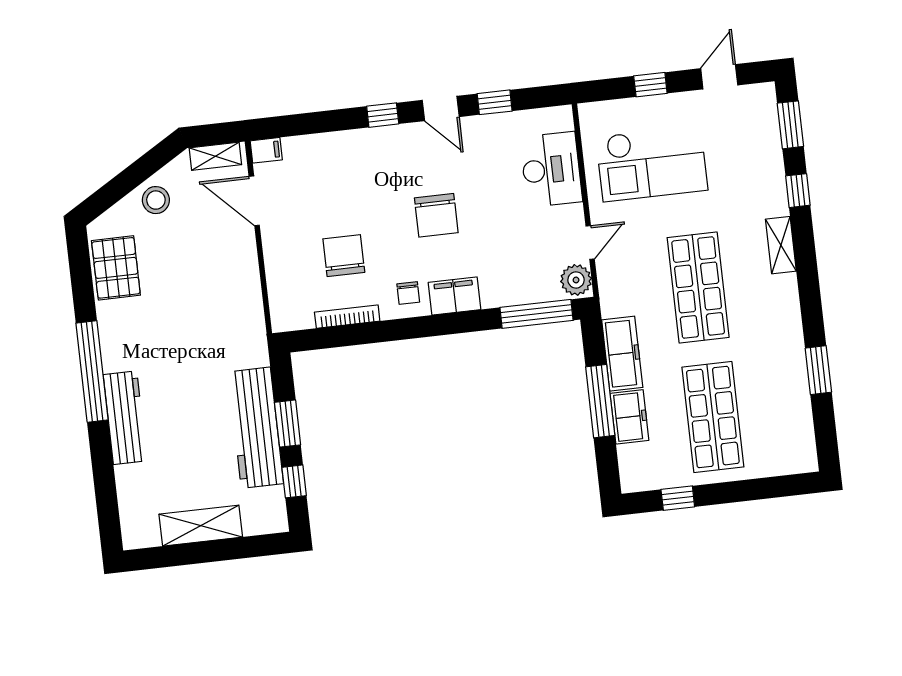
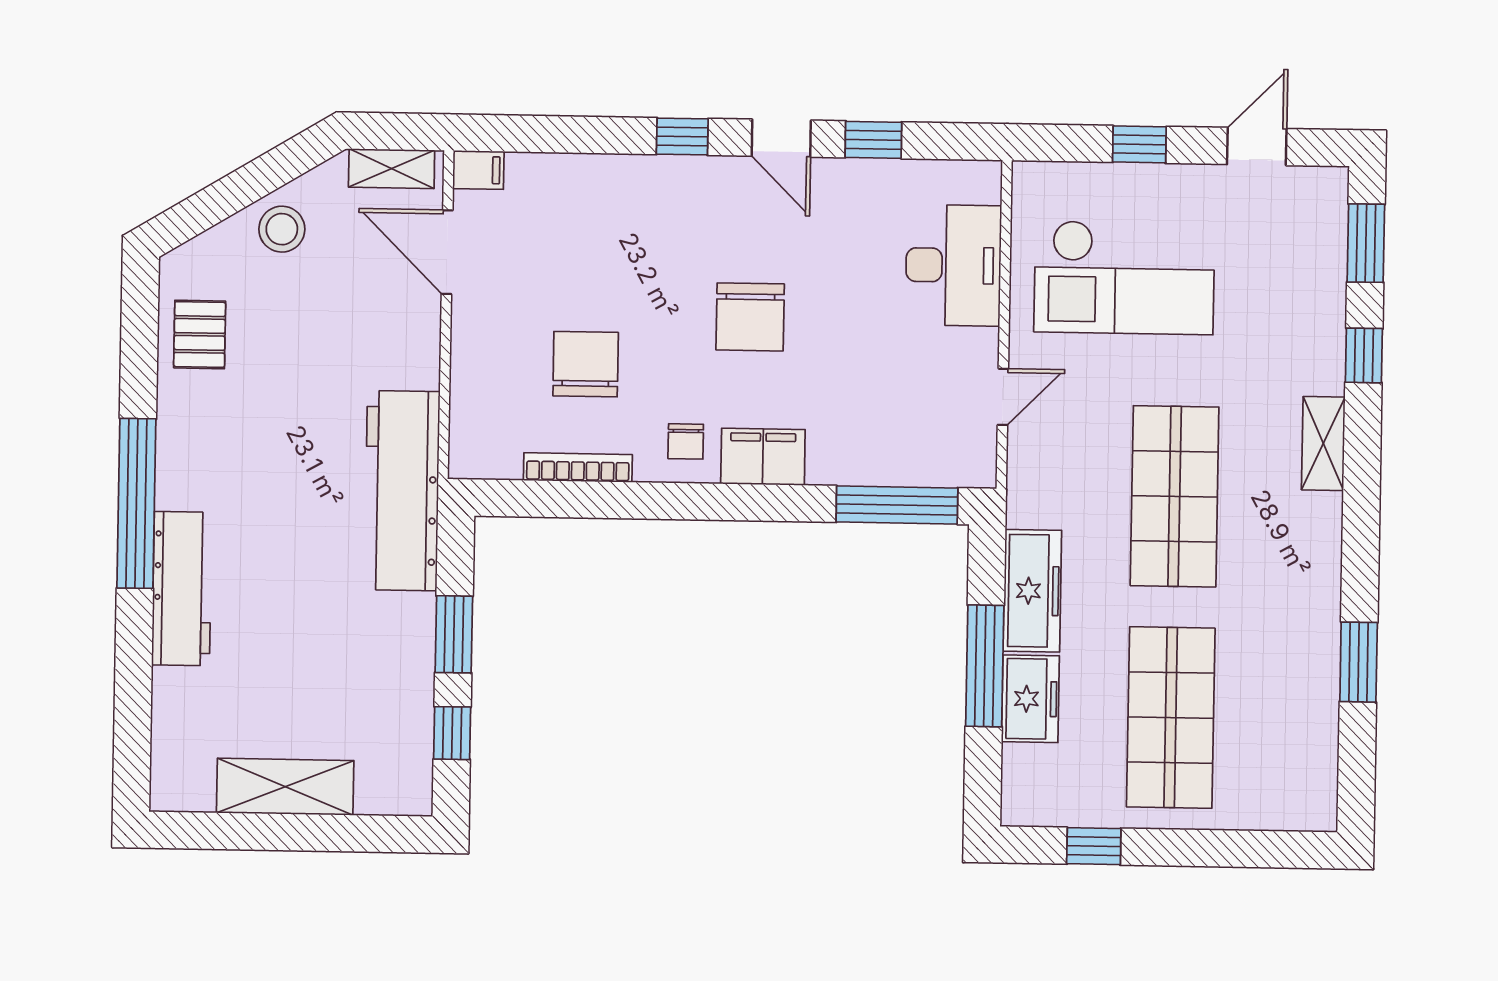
pallet: (116, 268) -> (200, 334), width x0.67, depth x0.71
plant: (576, 280) -> (971, 457), removed
workbench: (256, 428) -> (402, 491), moved

